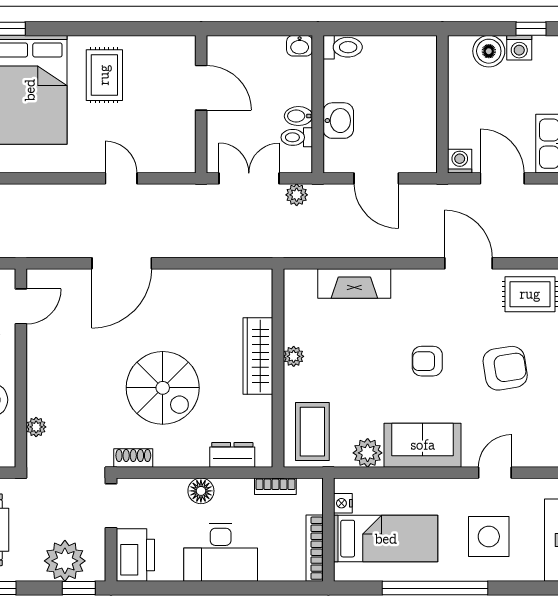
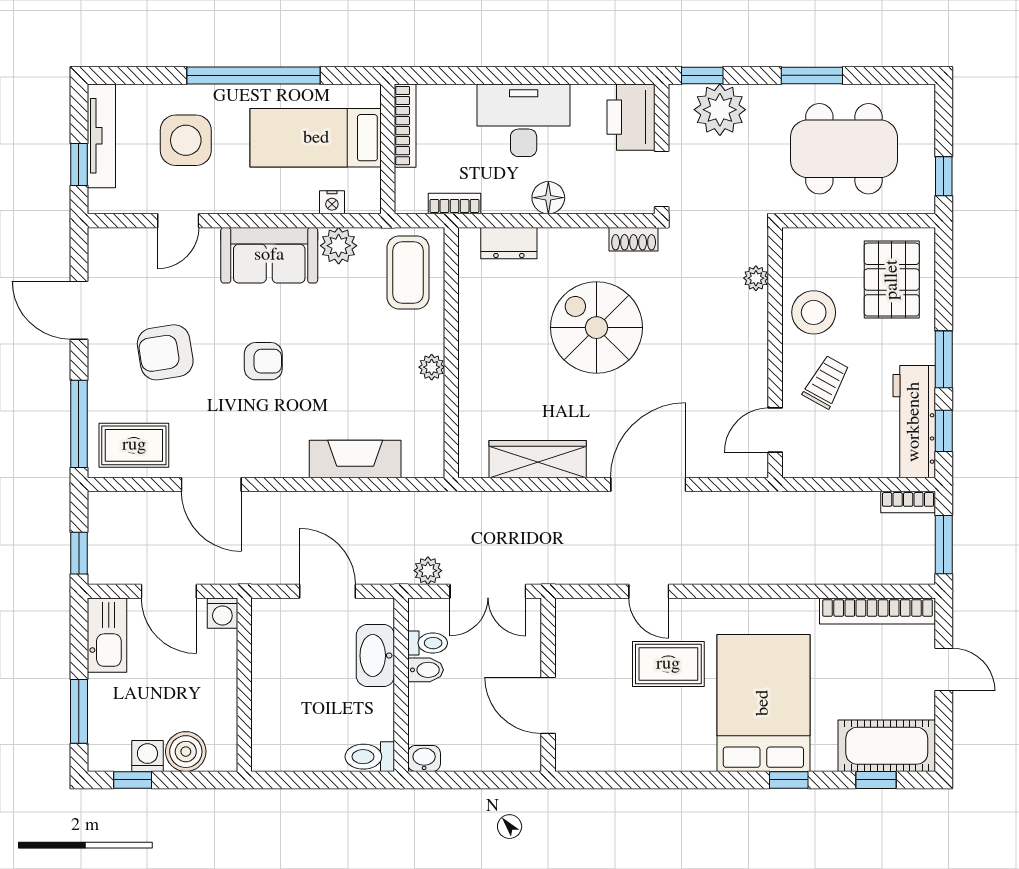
rug: (104, 75) -> (668, 664), moved, turned 90
washbasin: (338, 121) -> (375, 656), width x1.38
wardrobe: (258, 356) -> (538, 459), moved, turned -90
nightstand: (343, 503) -> (332, 202), moved, turned 90

